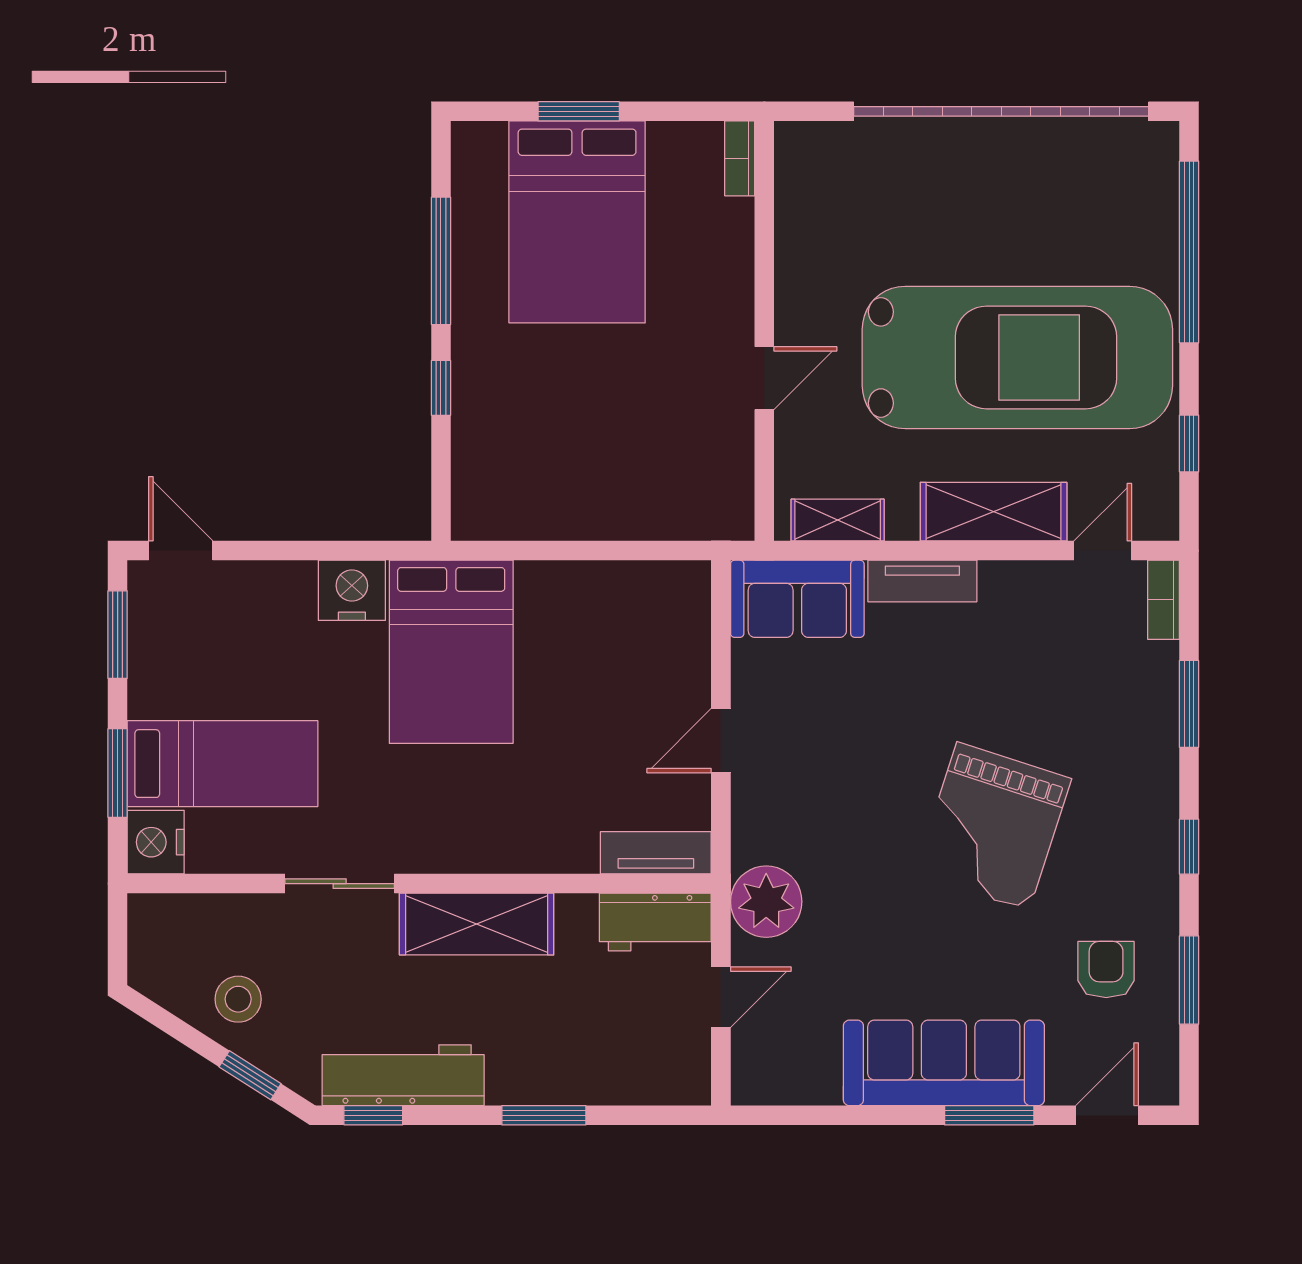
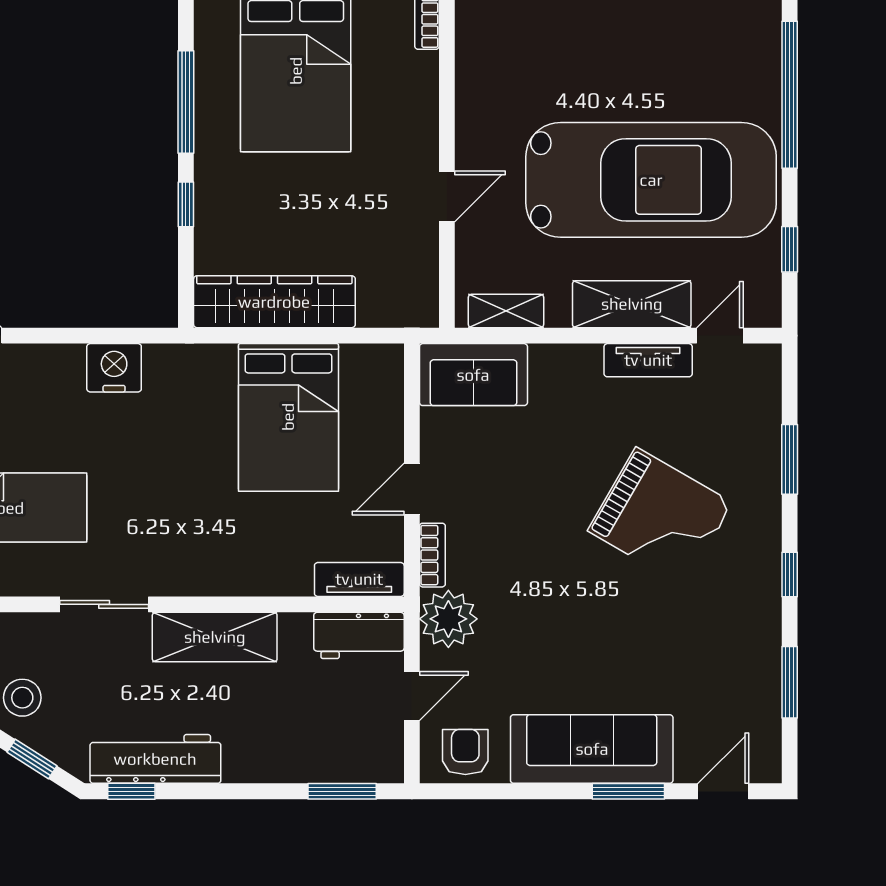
wardrobe: (551, 509) -> (274, 302), added
tv unit: (922, 581) -> (648, 360), moved
bookcase: (1164, 600) -> (432, 555), moved, turned 180
bed: (451, 652) -> (288, 417), moved
grand piano: (993, 826) -> (660, 517), moved, turned -78
armchair: (1106, 969) -> (465, 752), moved
window: (544, 1115) -> (342, 791), moved

